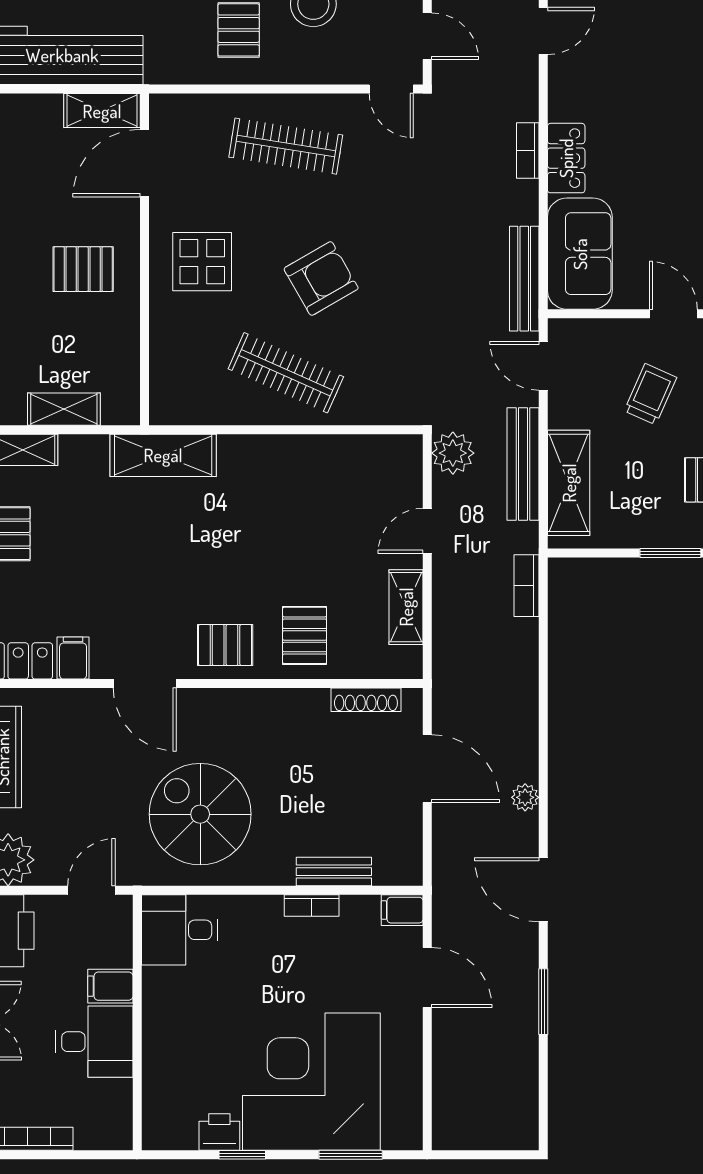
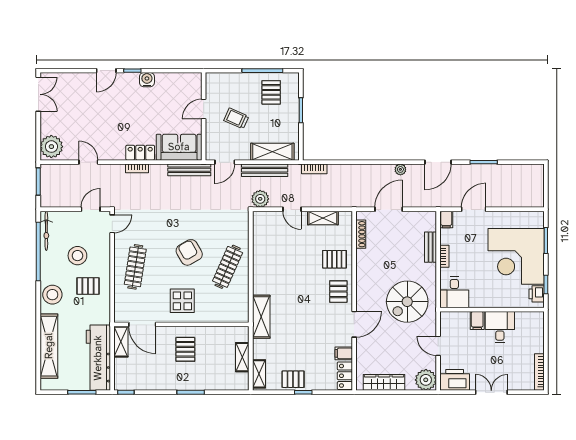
desk: (180, 930) -> (454, 292), moved
filing cabinet: (110, 986) -> (477, 321), moved
wall: (137, 1023) -> (492, 310), moved
desk: (94, 1042) -> (500, 327), moved

